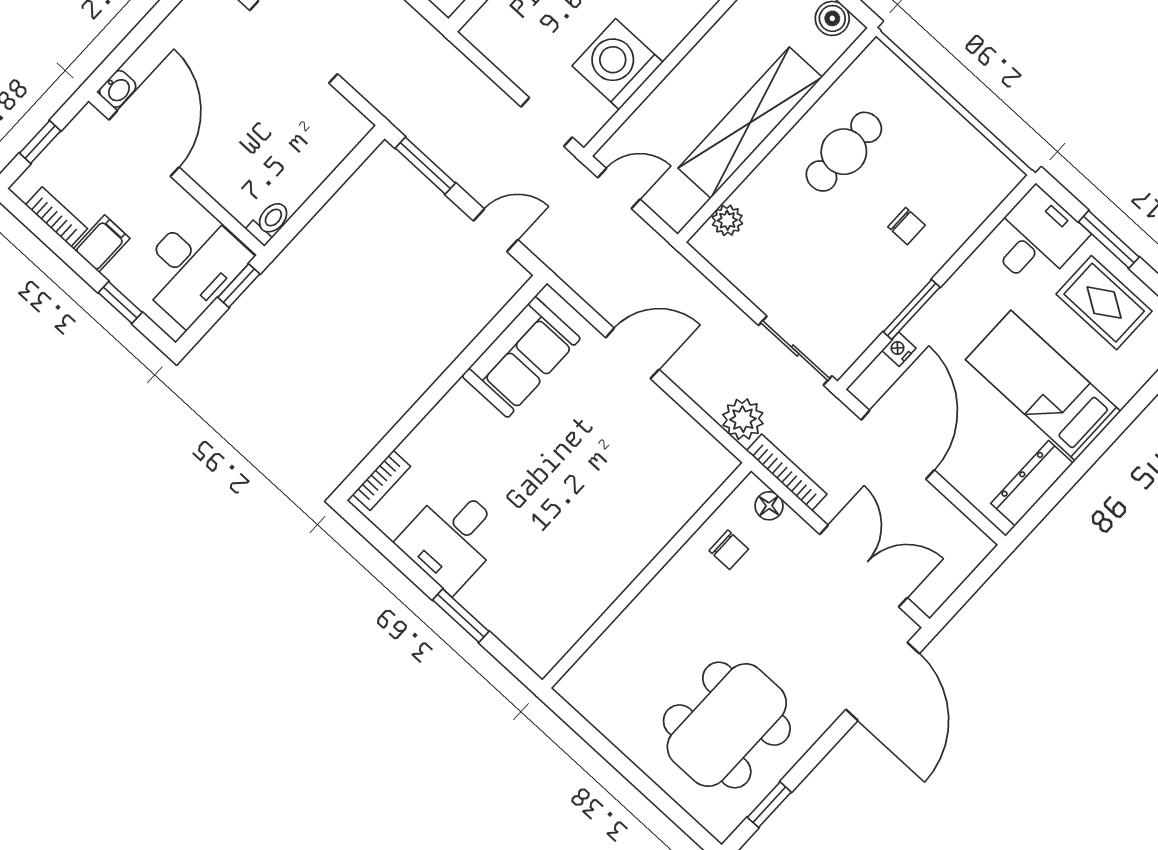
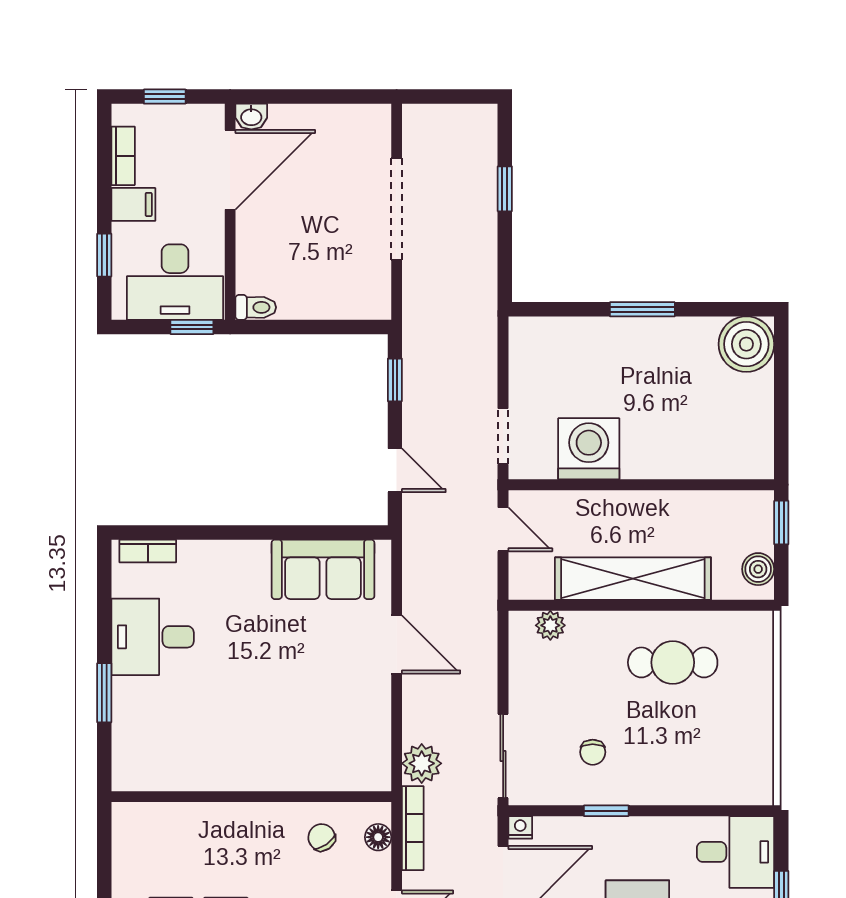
window: (425, 166) -> (395, 380), width x0.67
chair: (906, 226) -> (593, 752), moved
window: (912, 310) -> (606, 811), width x0.67
nightstand: (899, 349) -> (520, 827), moved
chair: (729, 550) -> (322, 837), turned 145

